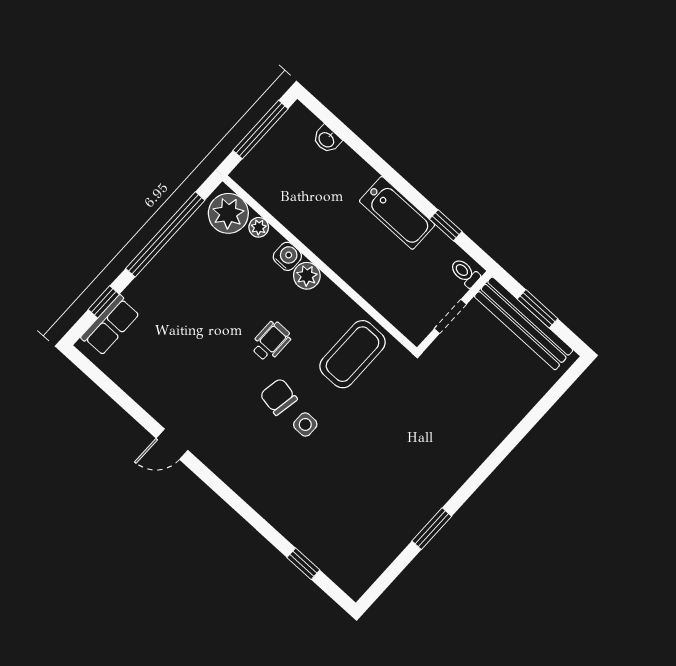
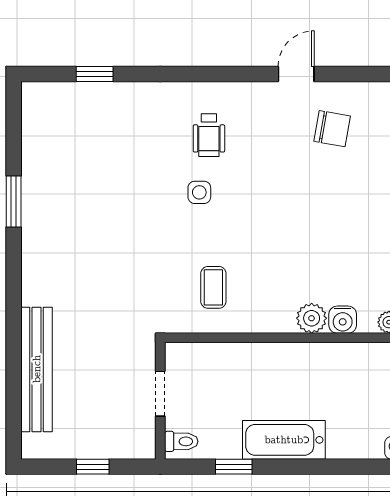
window: (538, 309) -> (93, 467), width x0.67
bench: (524, 323) -> (37, 369), moved, turned 90
wheelchair: (271, 341) -> (209, 135), moved
coffee table: (352, 354) -> (213, 287), width x0.54, depth x0.58
chair: (279, 397) -> (332, 129), moved

